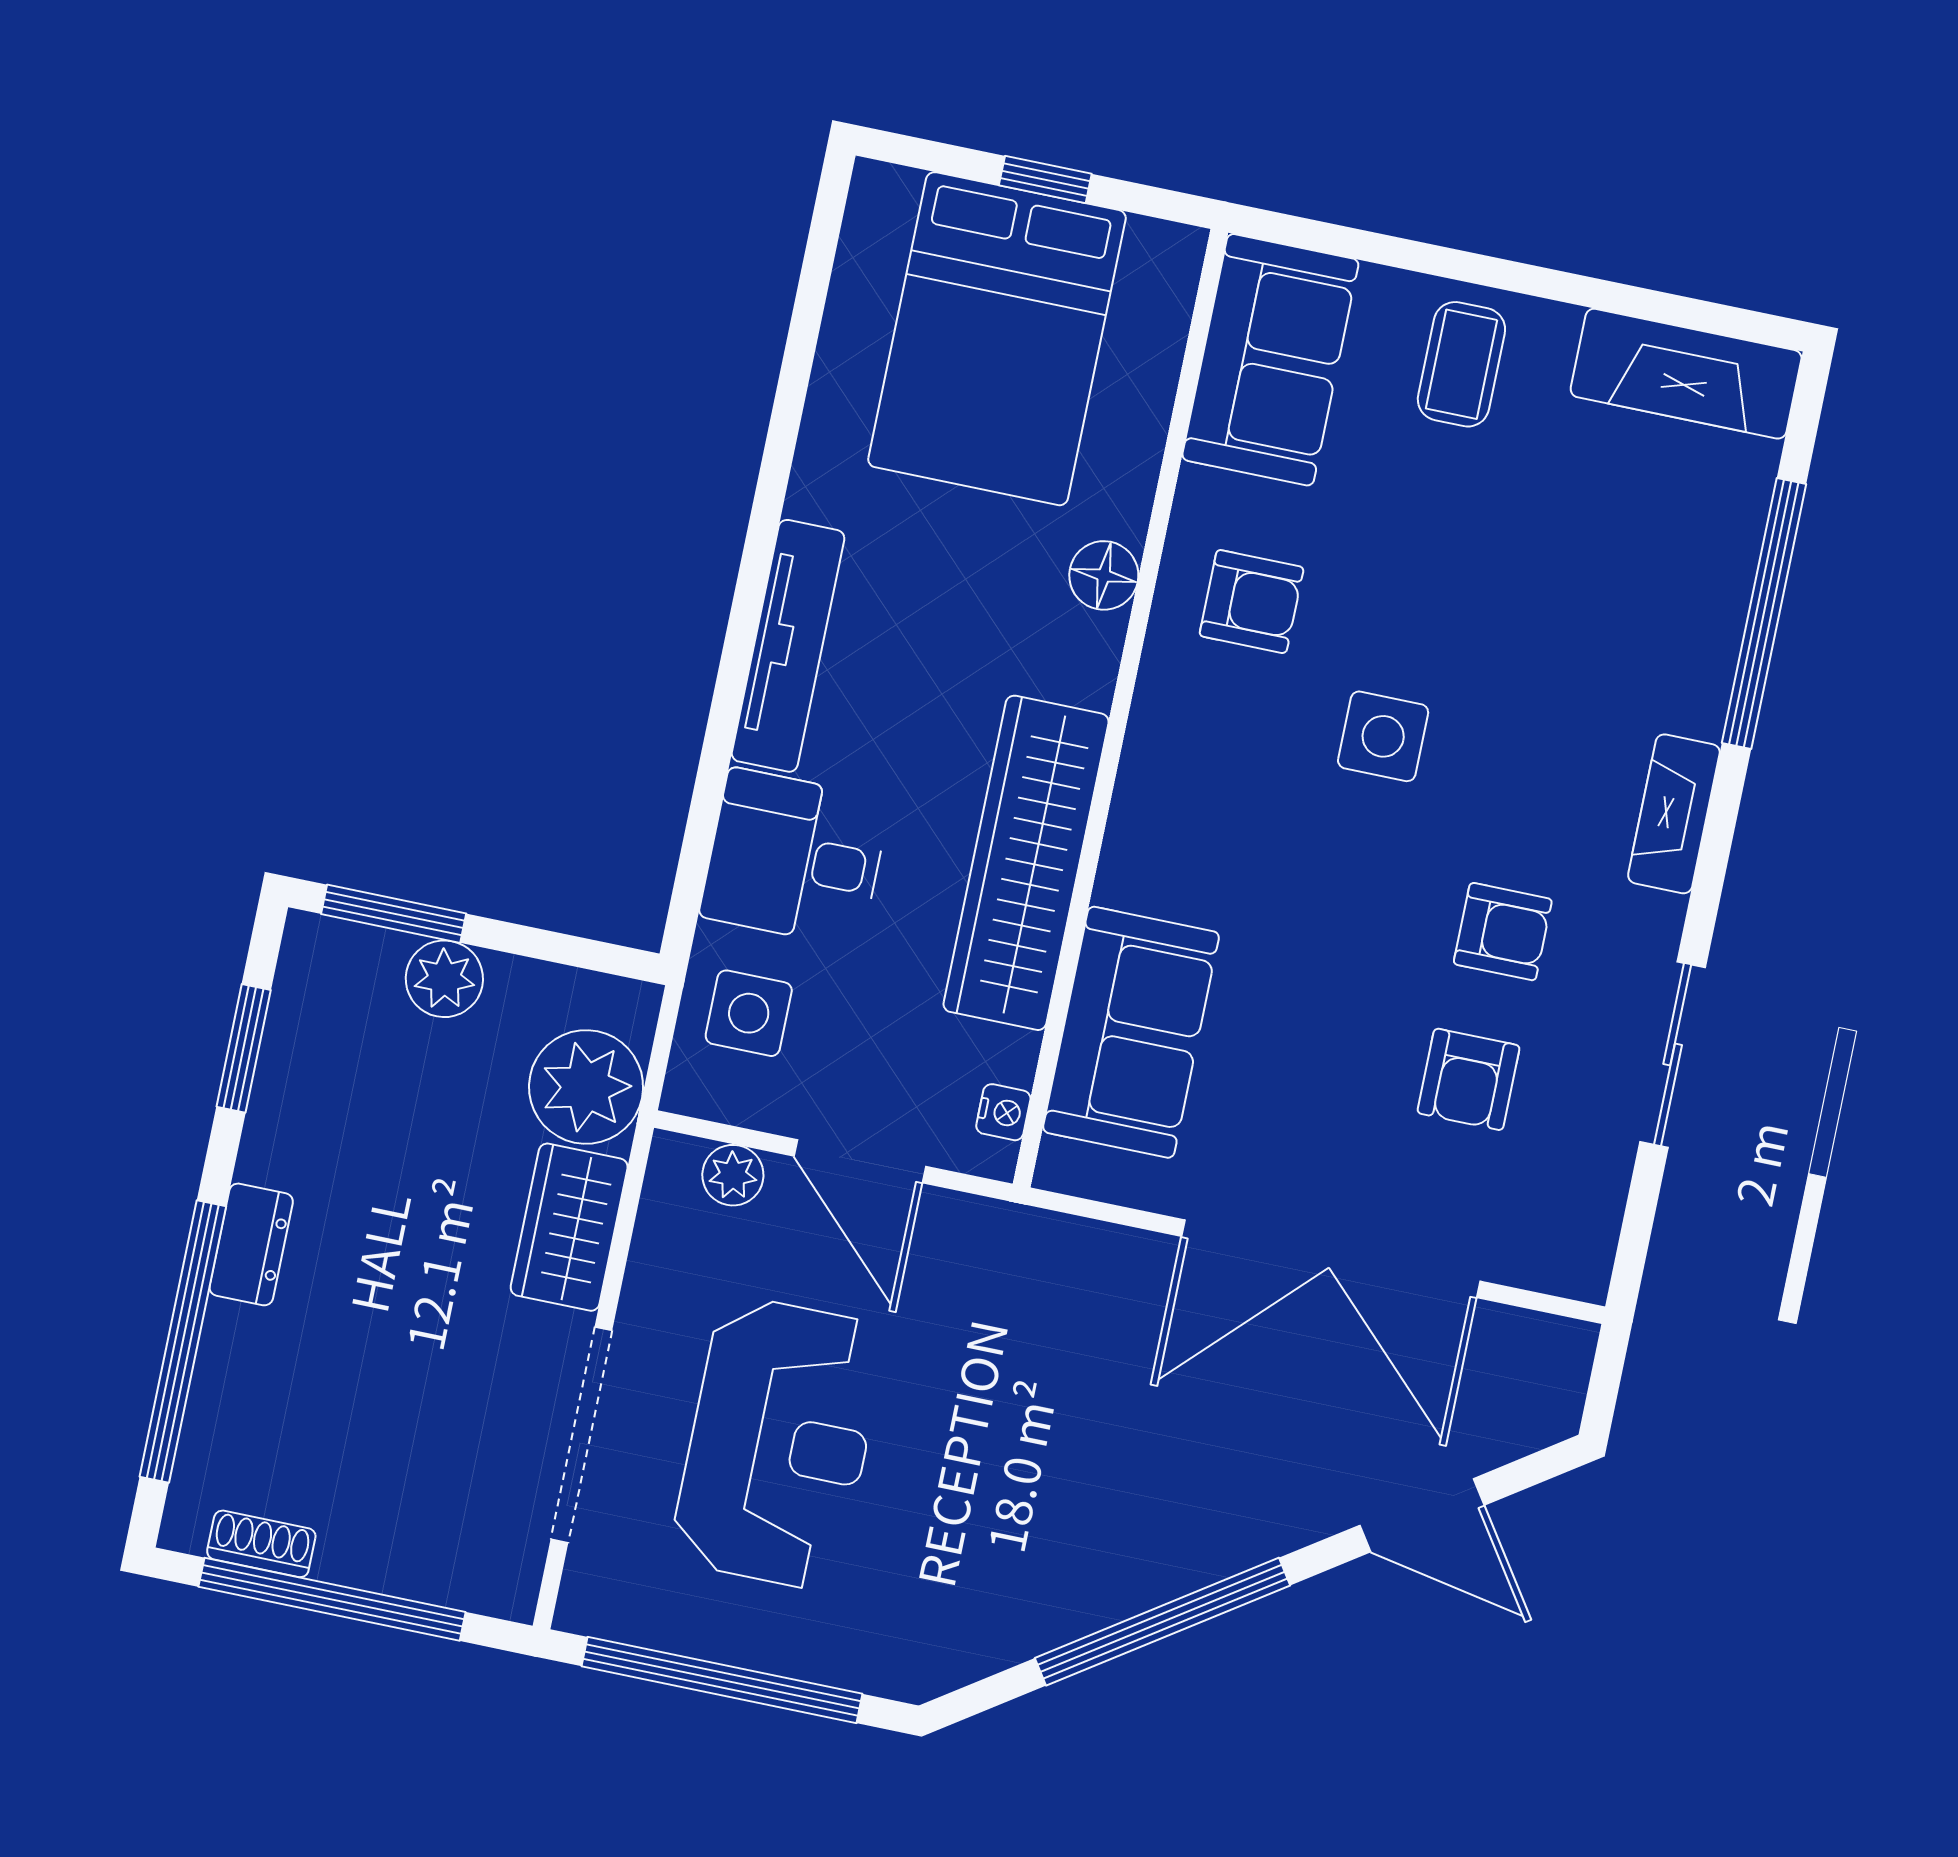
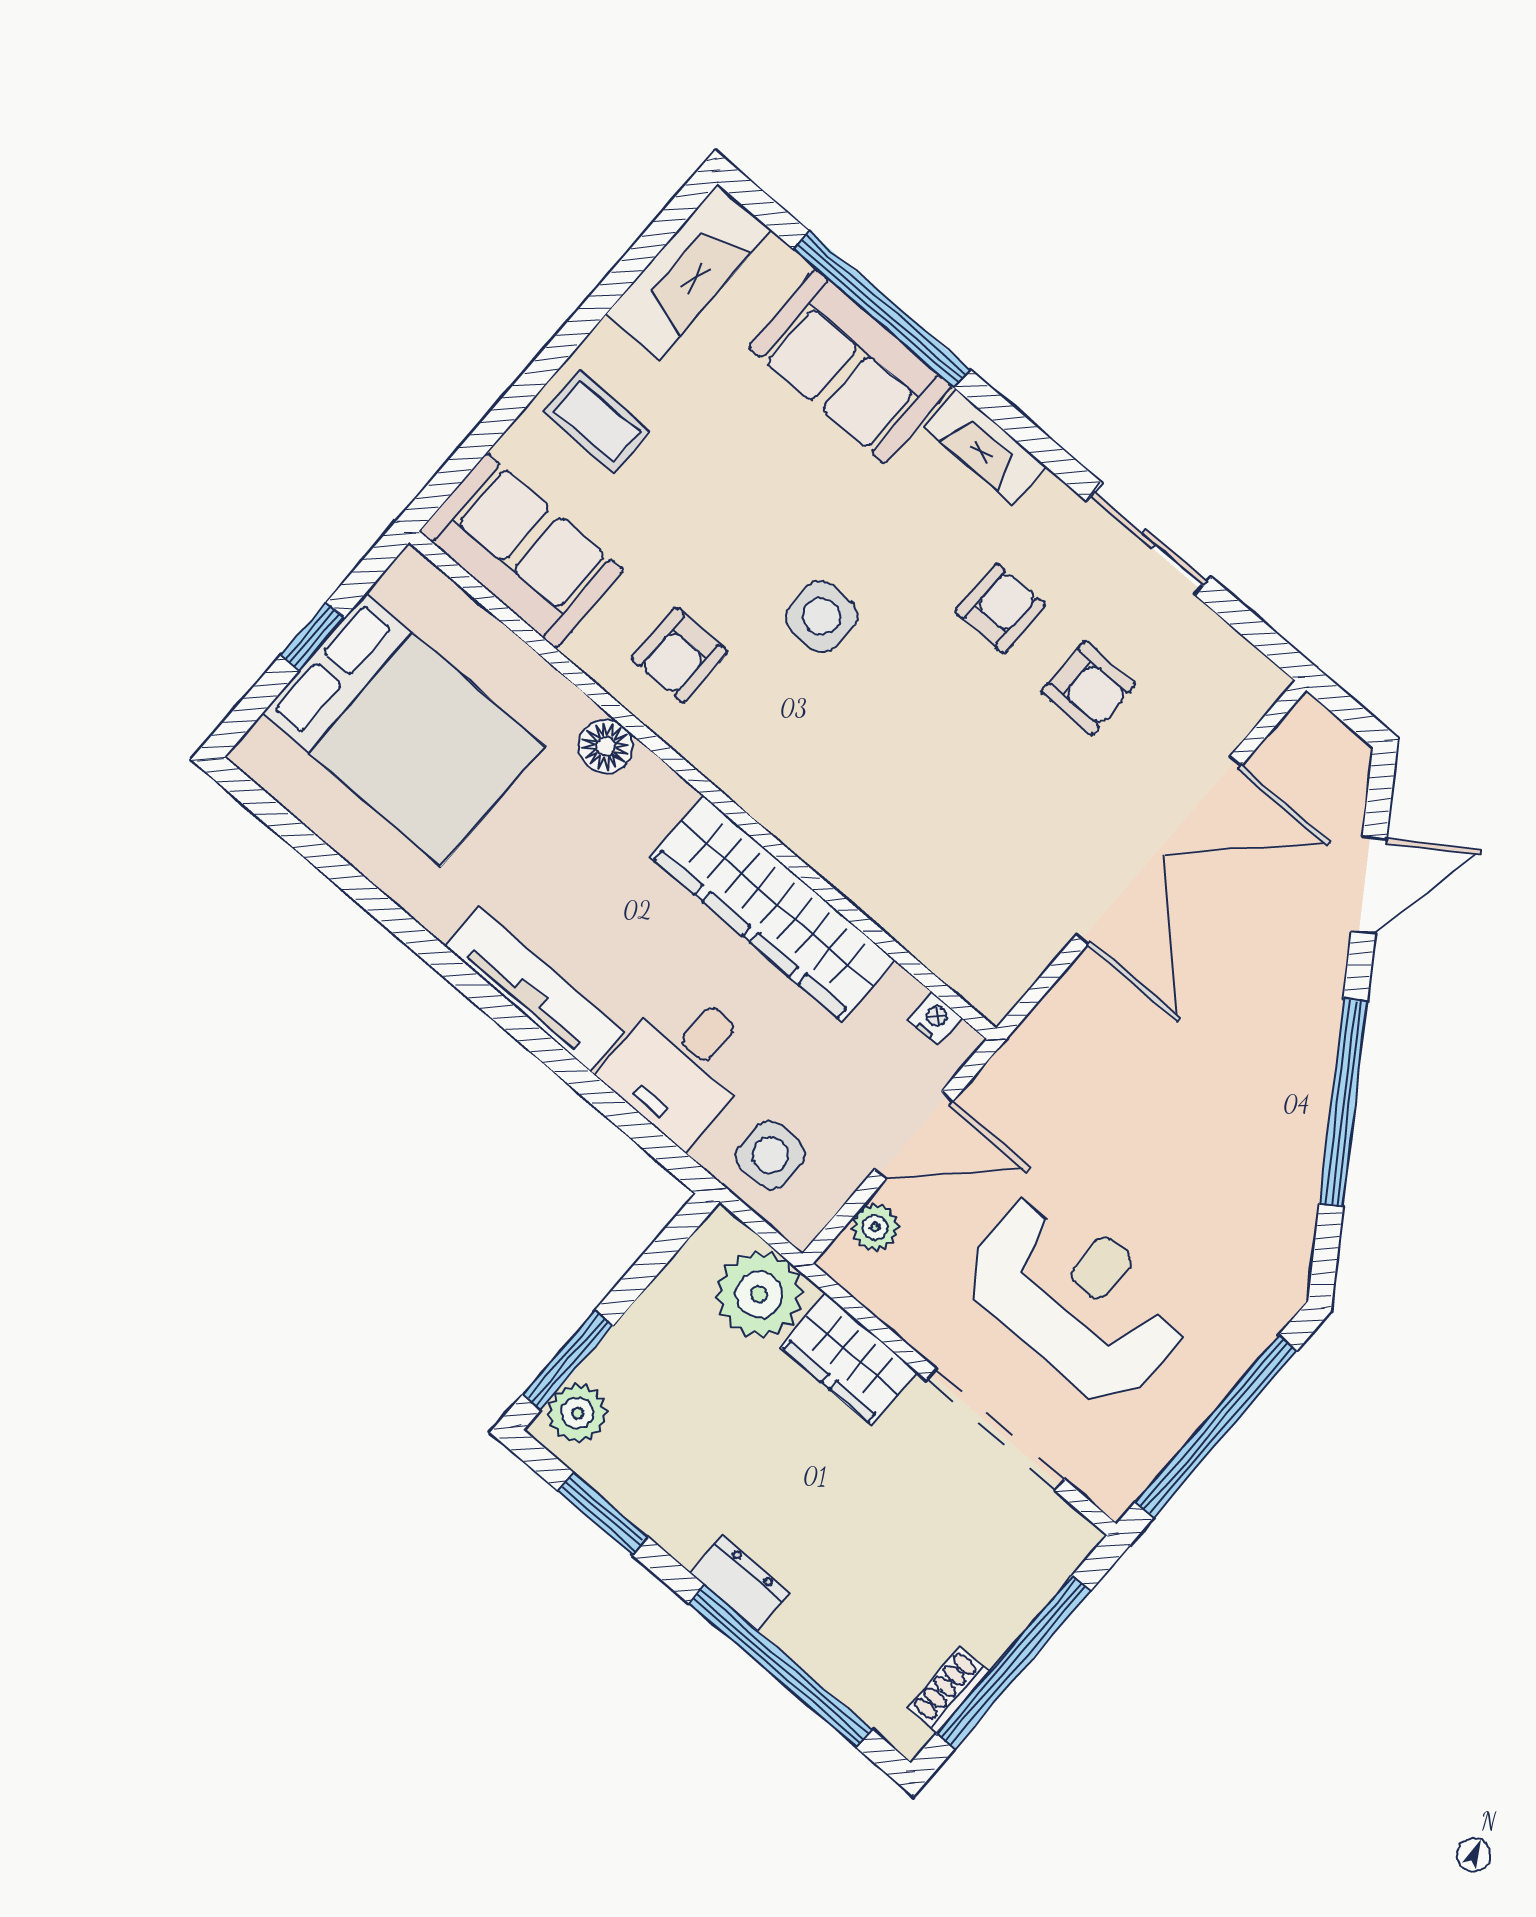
armchair: (1252, 602) -> (679, 655), turned 180
plant: (444, 979) -> (577, 1413), moved
sofa: (1131, 1032) -> (850, 366), moved, turned 180

